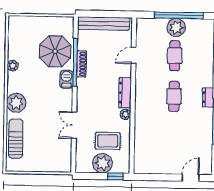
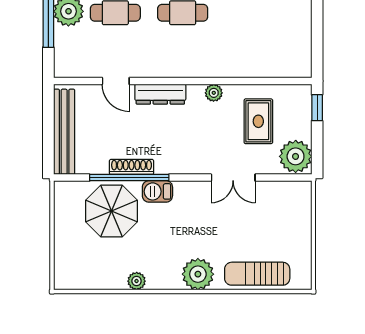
dresser: (125, 93) -> (160, 94), moved
plant: (103, 163) -> (296, 156), moved

